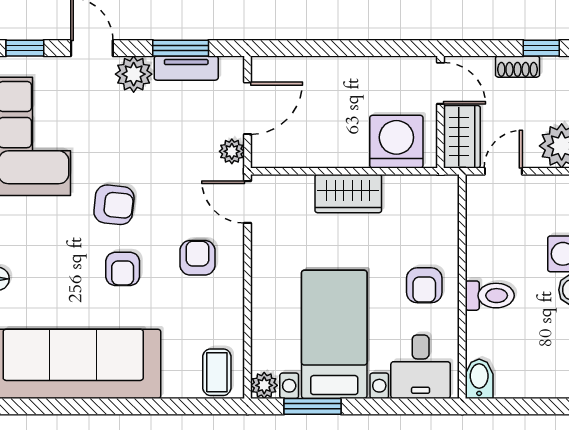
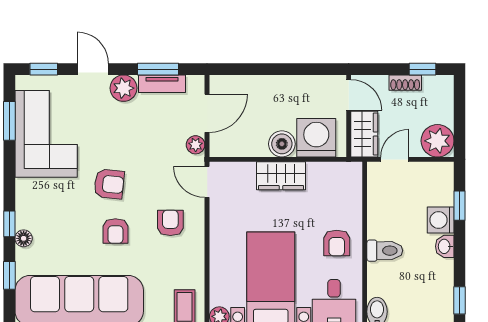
boiler: (349, 150) -> (282, 144), added

